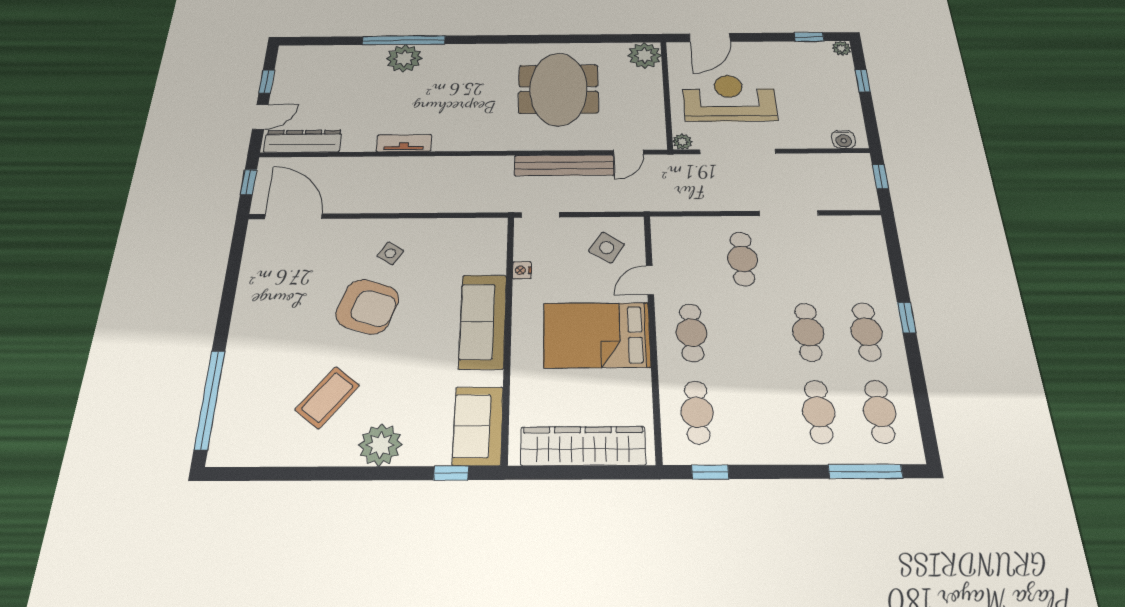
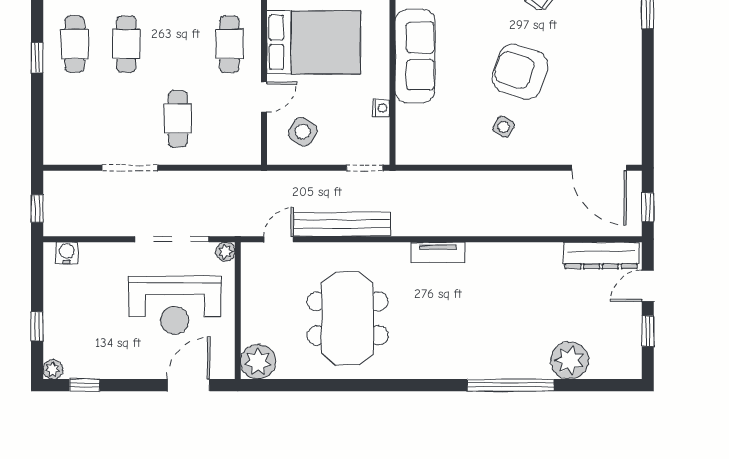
plant: (404, 58) -> (570, 360), moved
tv unit: (404, 143) -> (438, 252), moved

